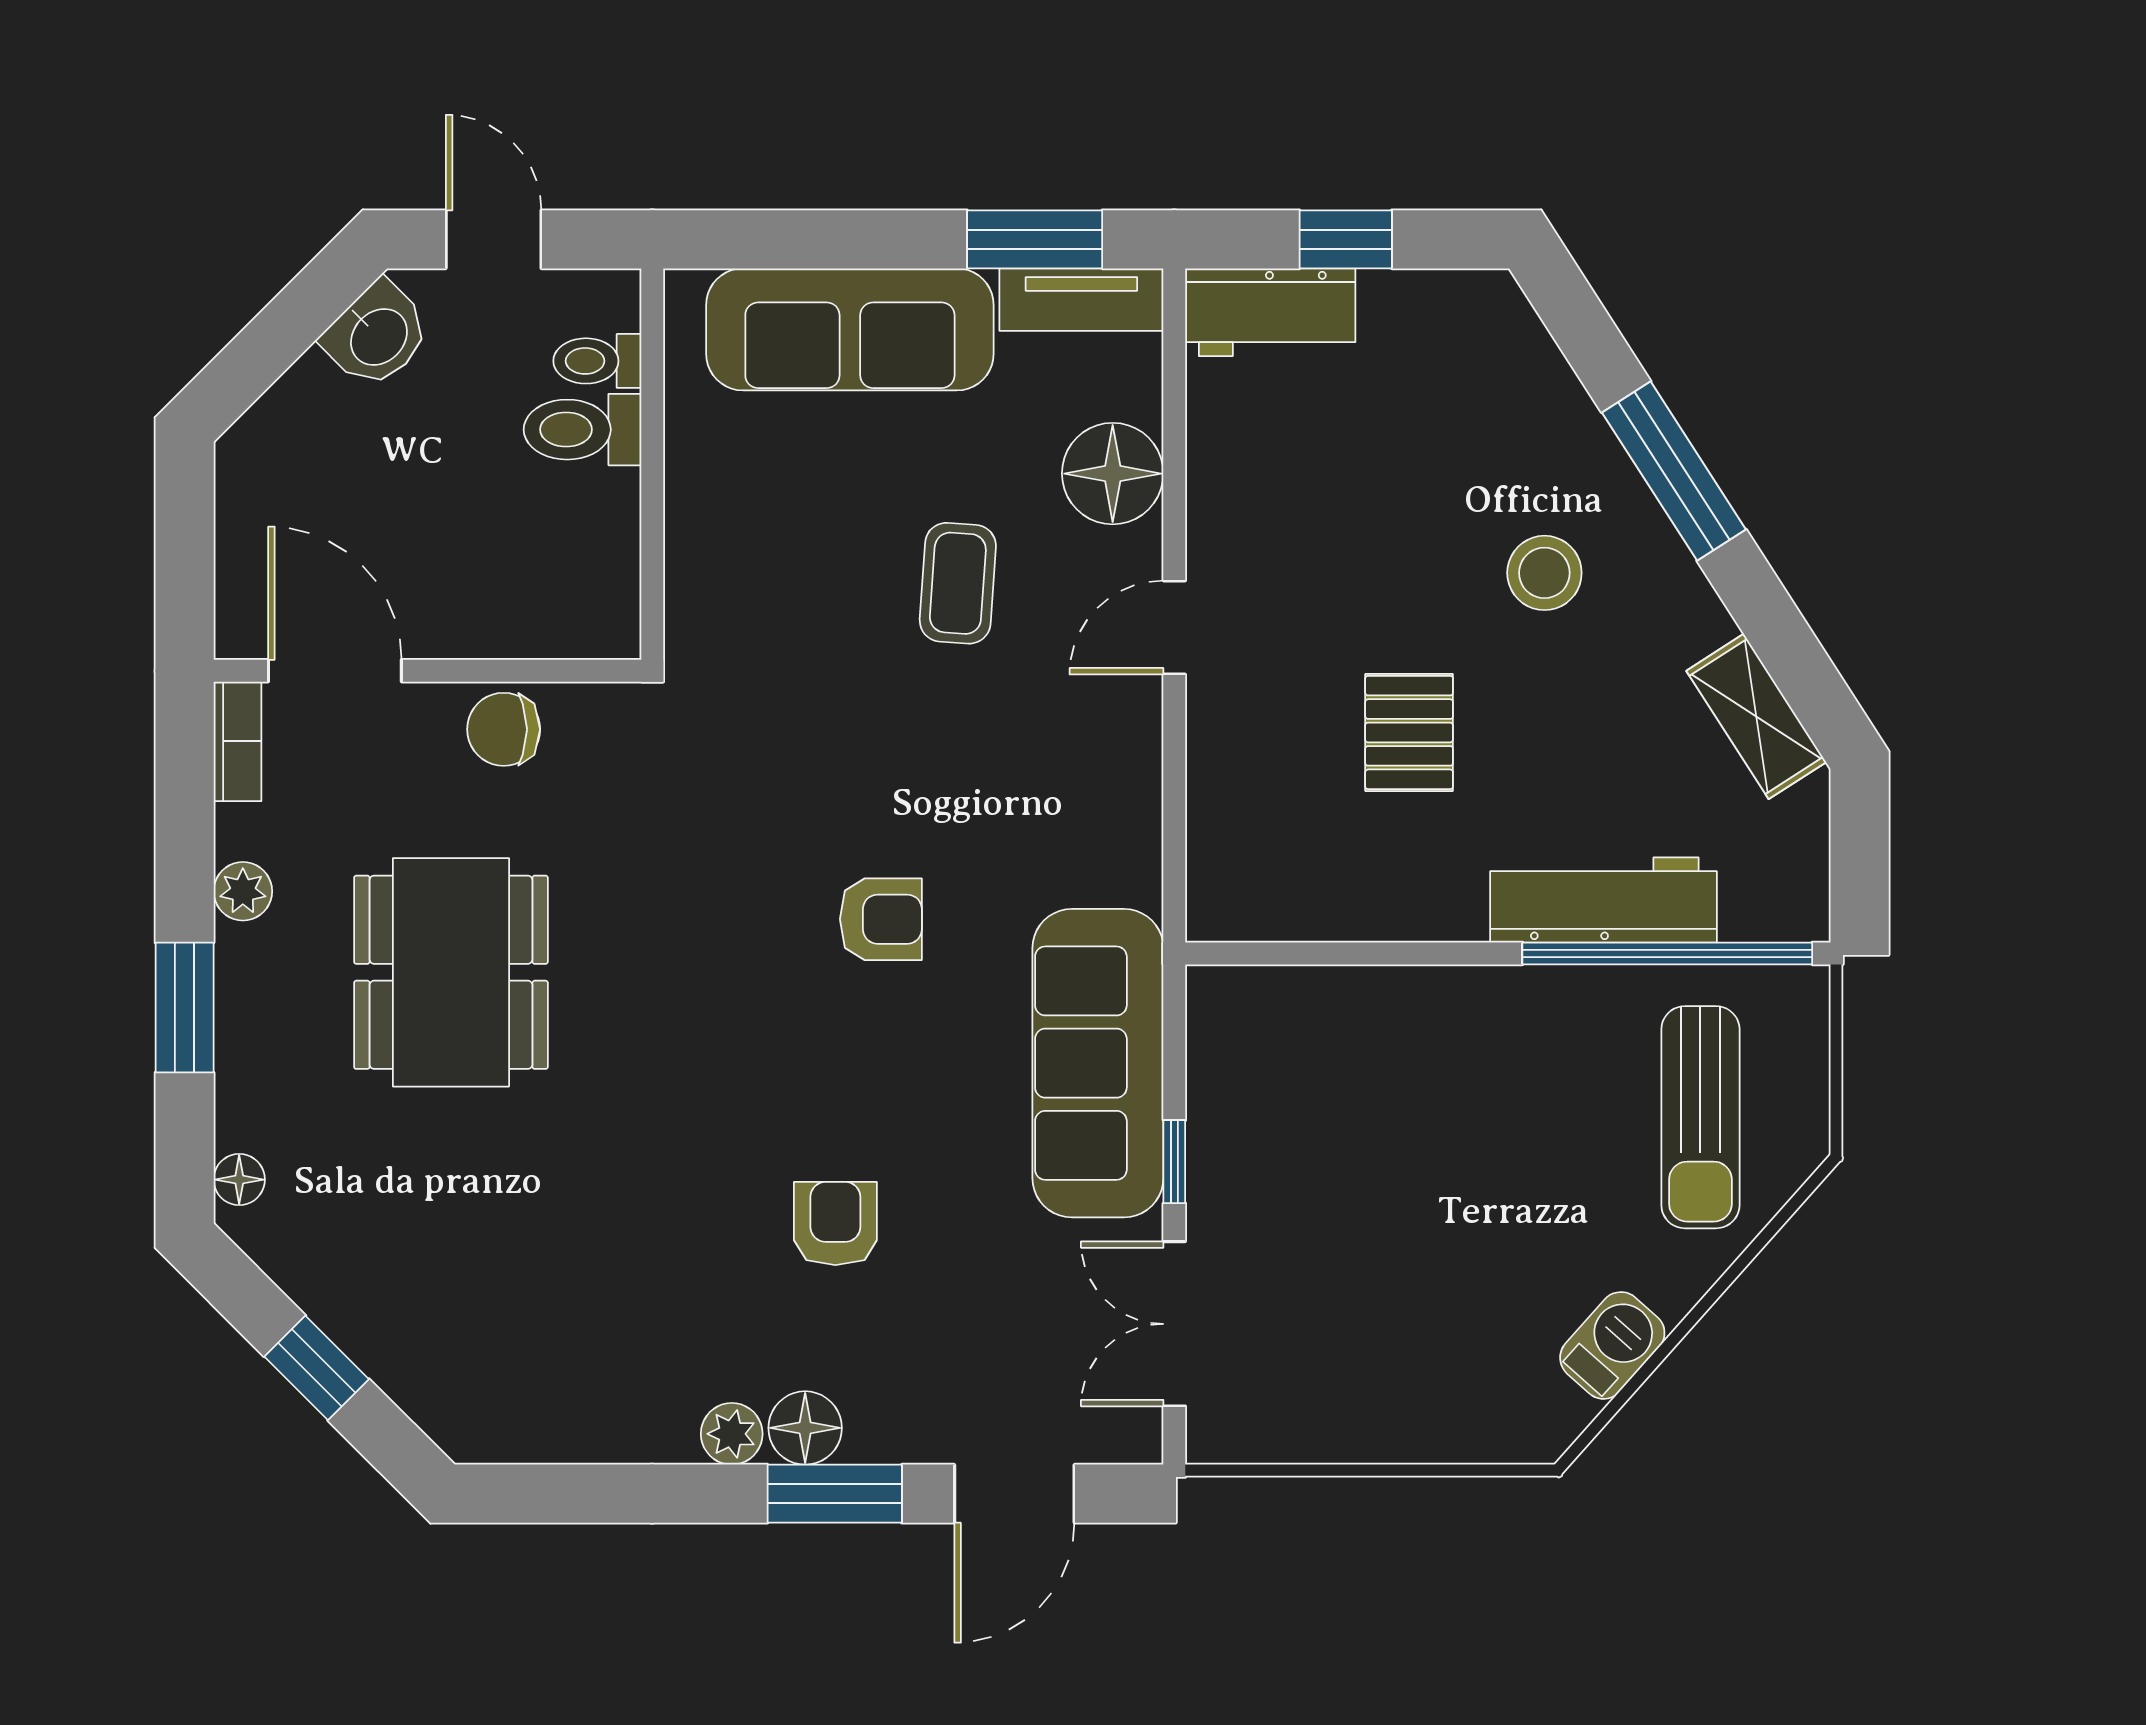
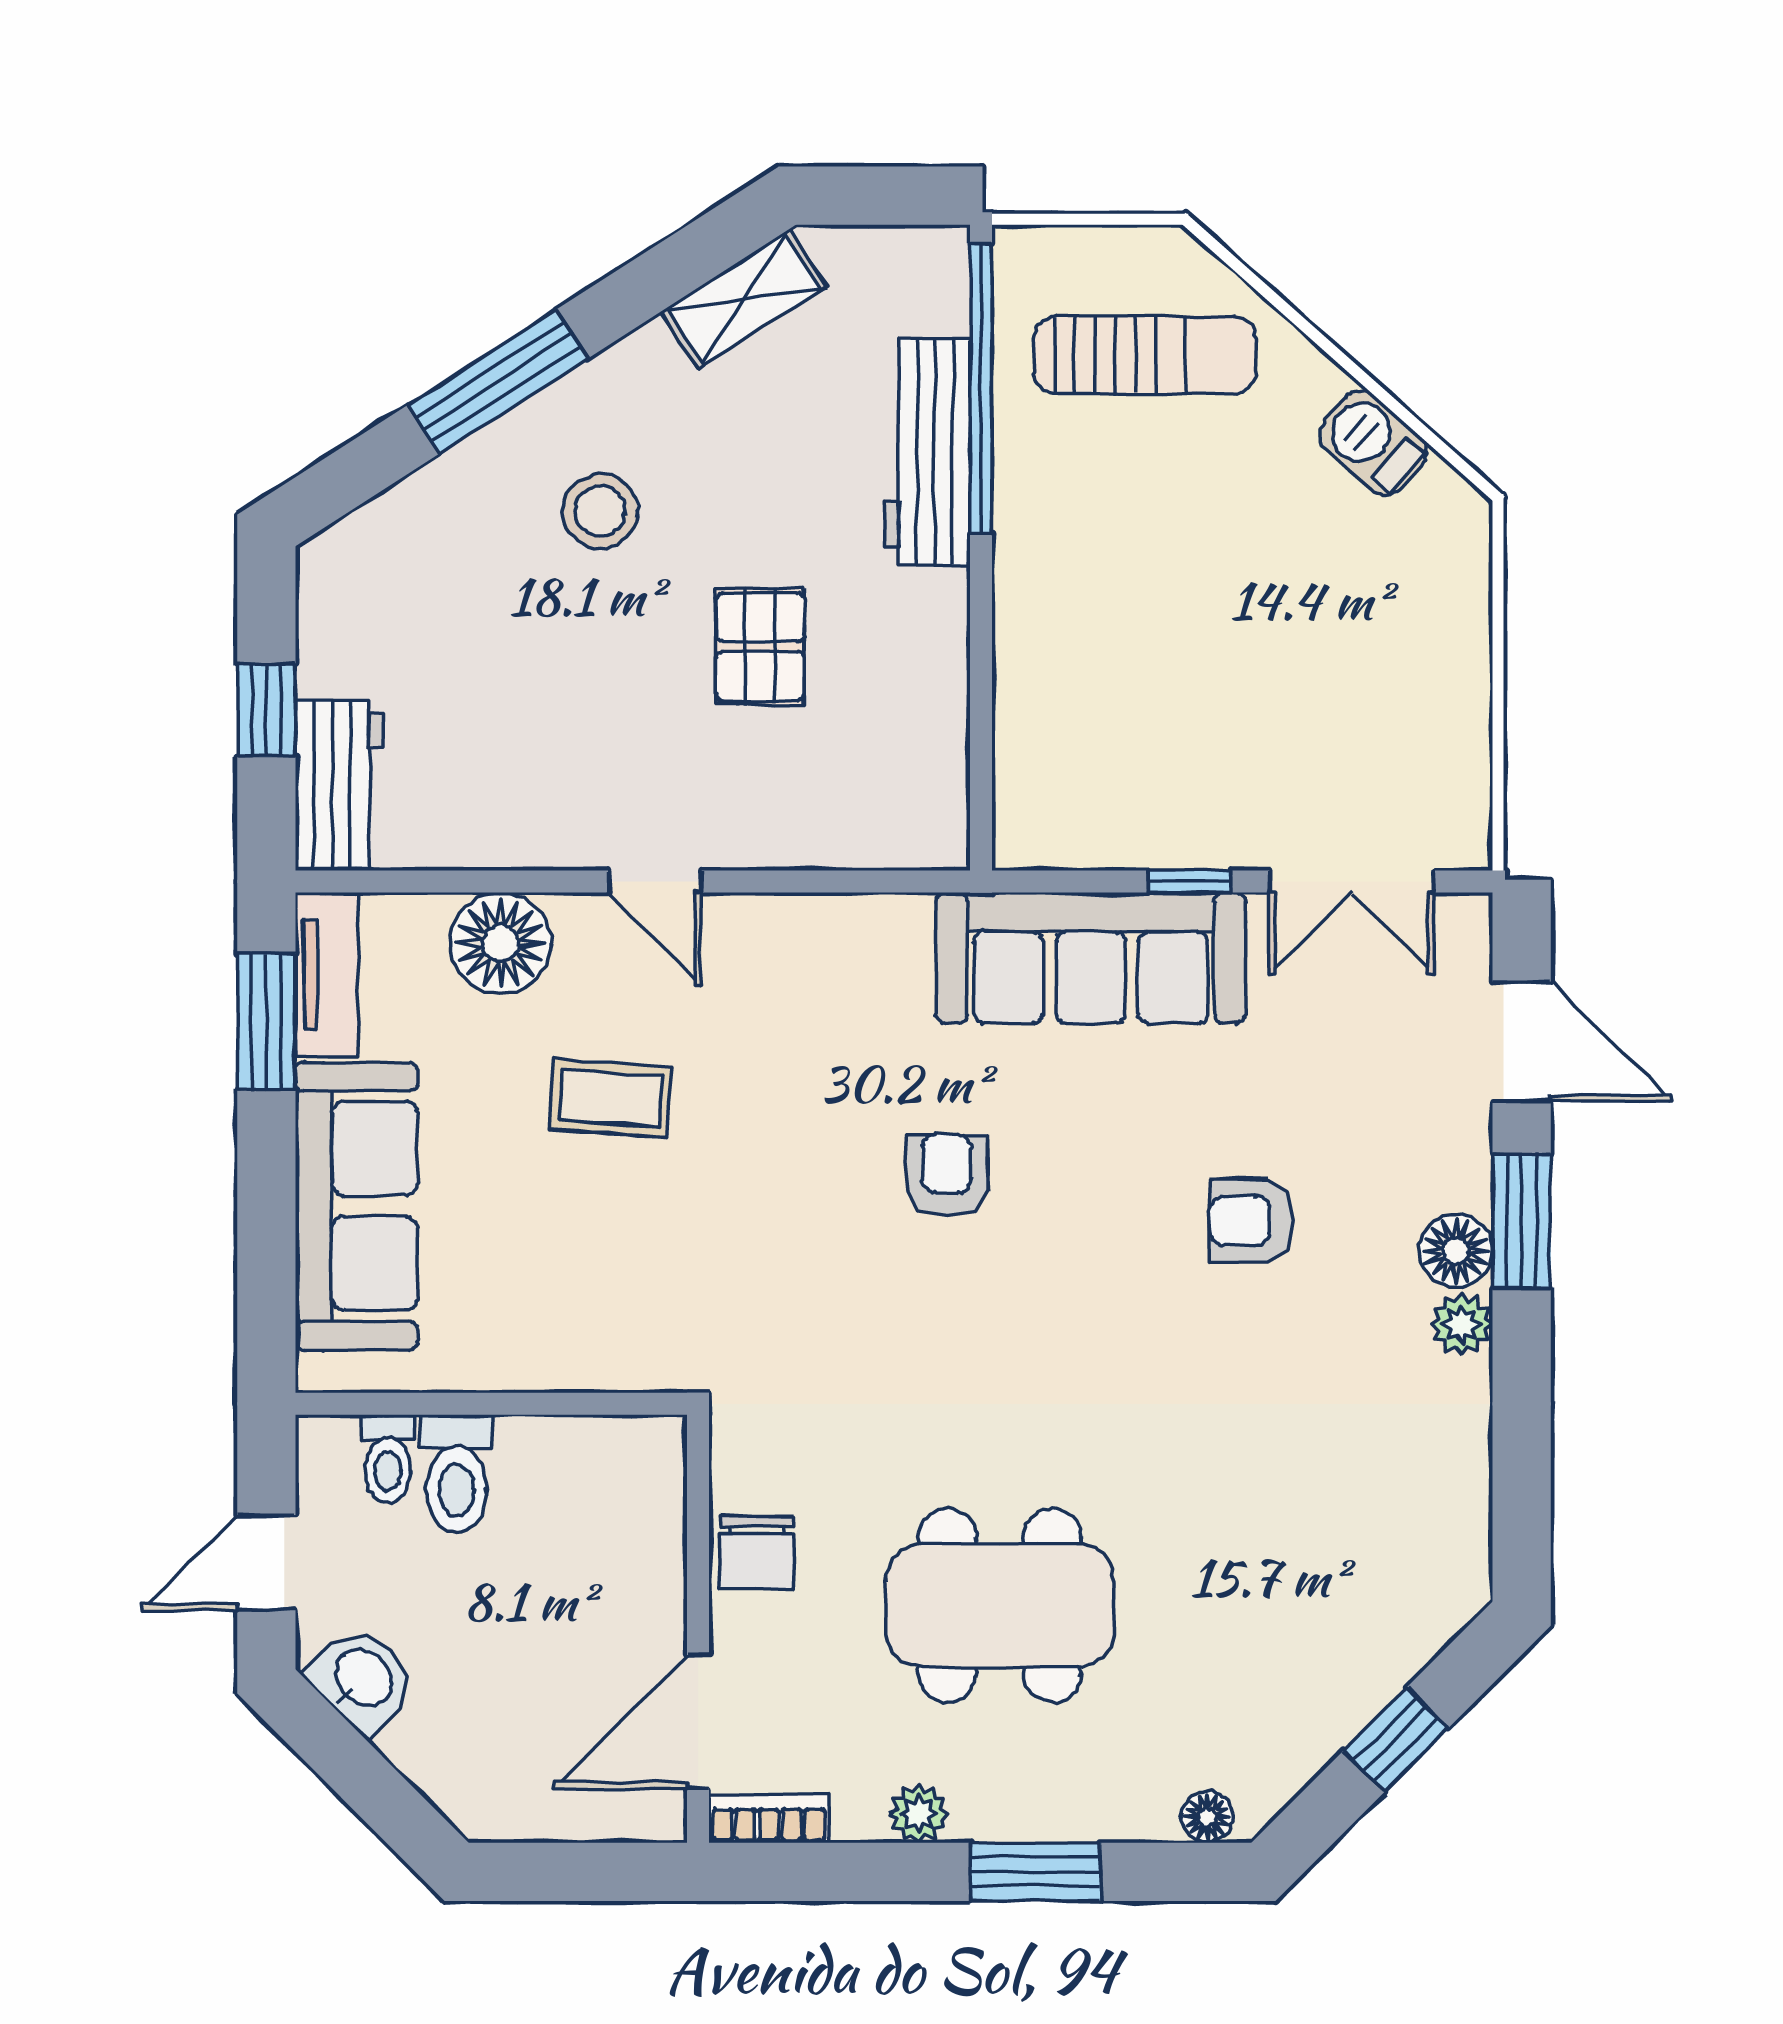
pallet: (1409, 732) -> (760, 646), turned 90

